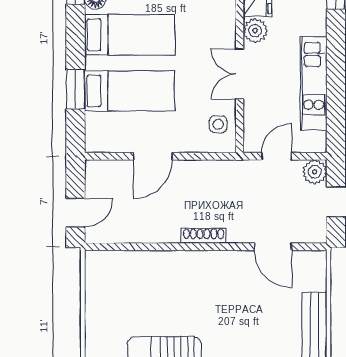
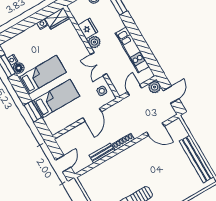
door: (153, 156) -> (92, 115), moved
bench: (154, 234) -> (102, 153), added

